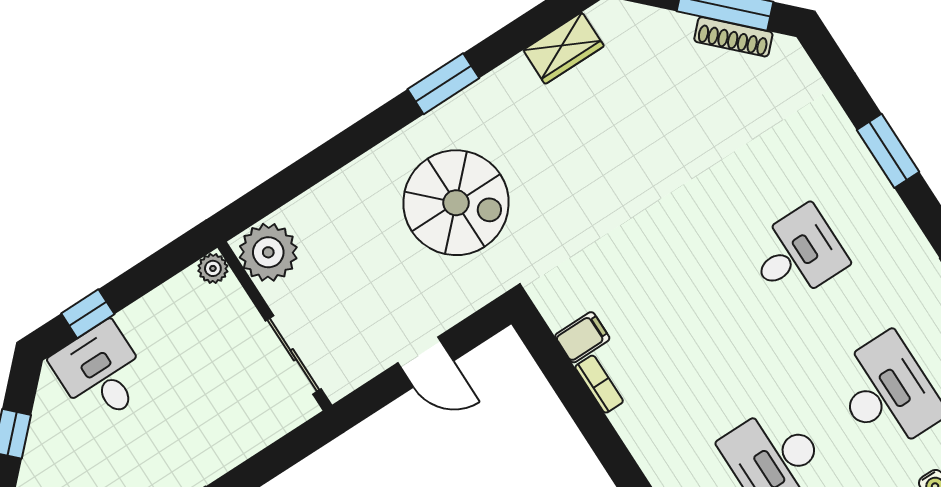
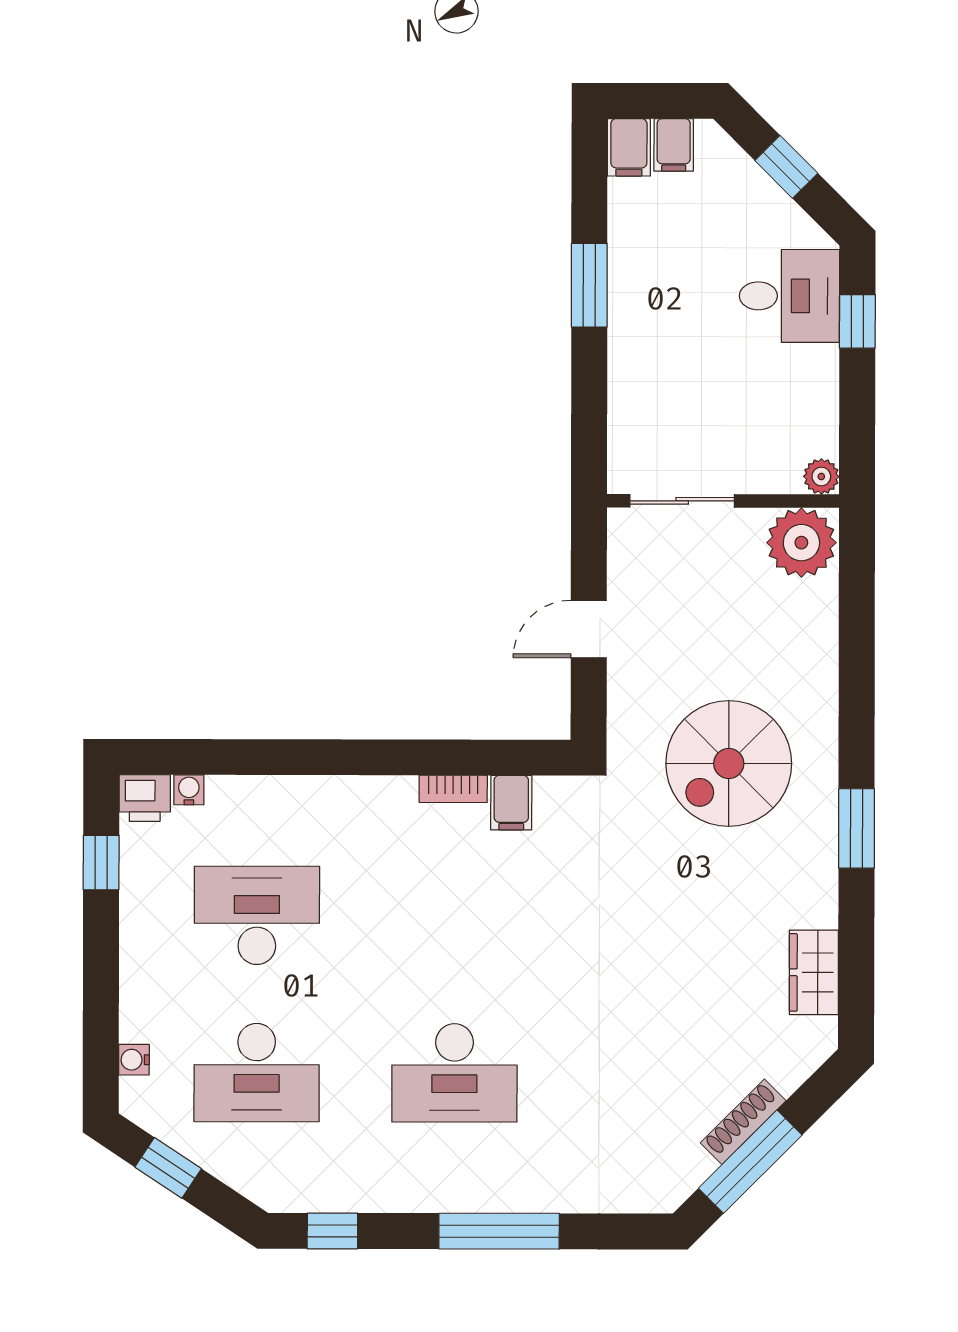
shoe rack: (733, 37) -> (743, 1122), moved
window: (888, 151) -> (499, 1231), width x1.44
desk: (797, 254) -> (454, 1073), width x1.37

